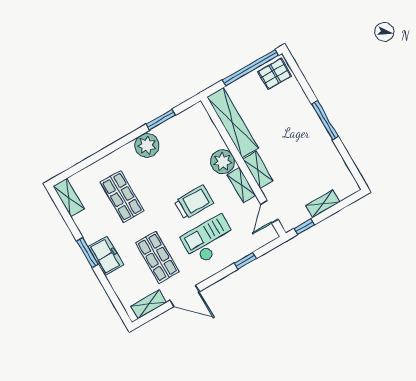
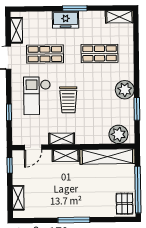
plant: (223, 162) -> (118, 134), moved
shelving: (323, 204) -> (18, 198), moved
door: (269, 212) -> (33, 147), swing flipped
checkout: (209, 240) -> (37, 96), turned 180

